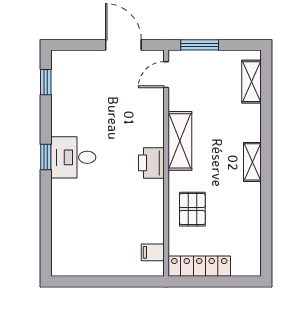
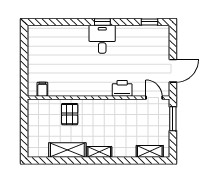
shelving: (180, 141) -> (67, 150), moved
printer: (151, 163) -> (122, 88), moved
pallet: (192, 209) -> (70, 114), turned 90
locker: (199, 266) -> (34, 118), removed

